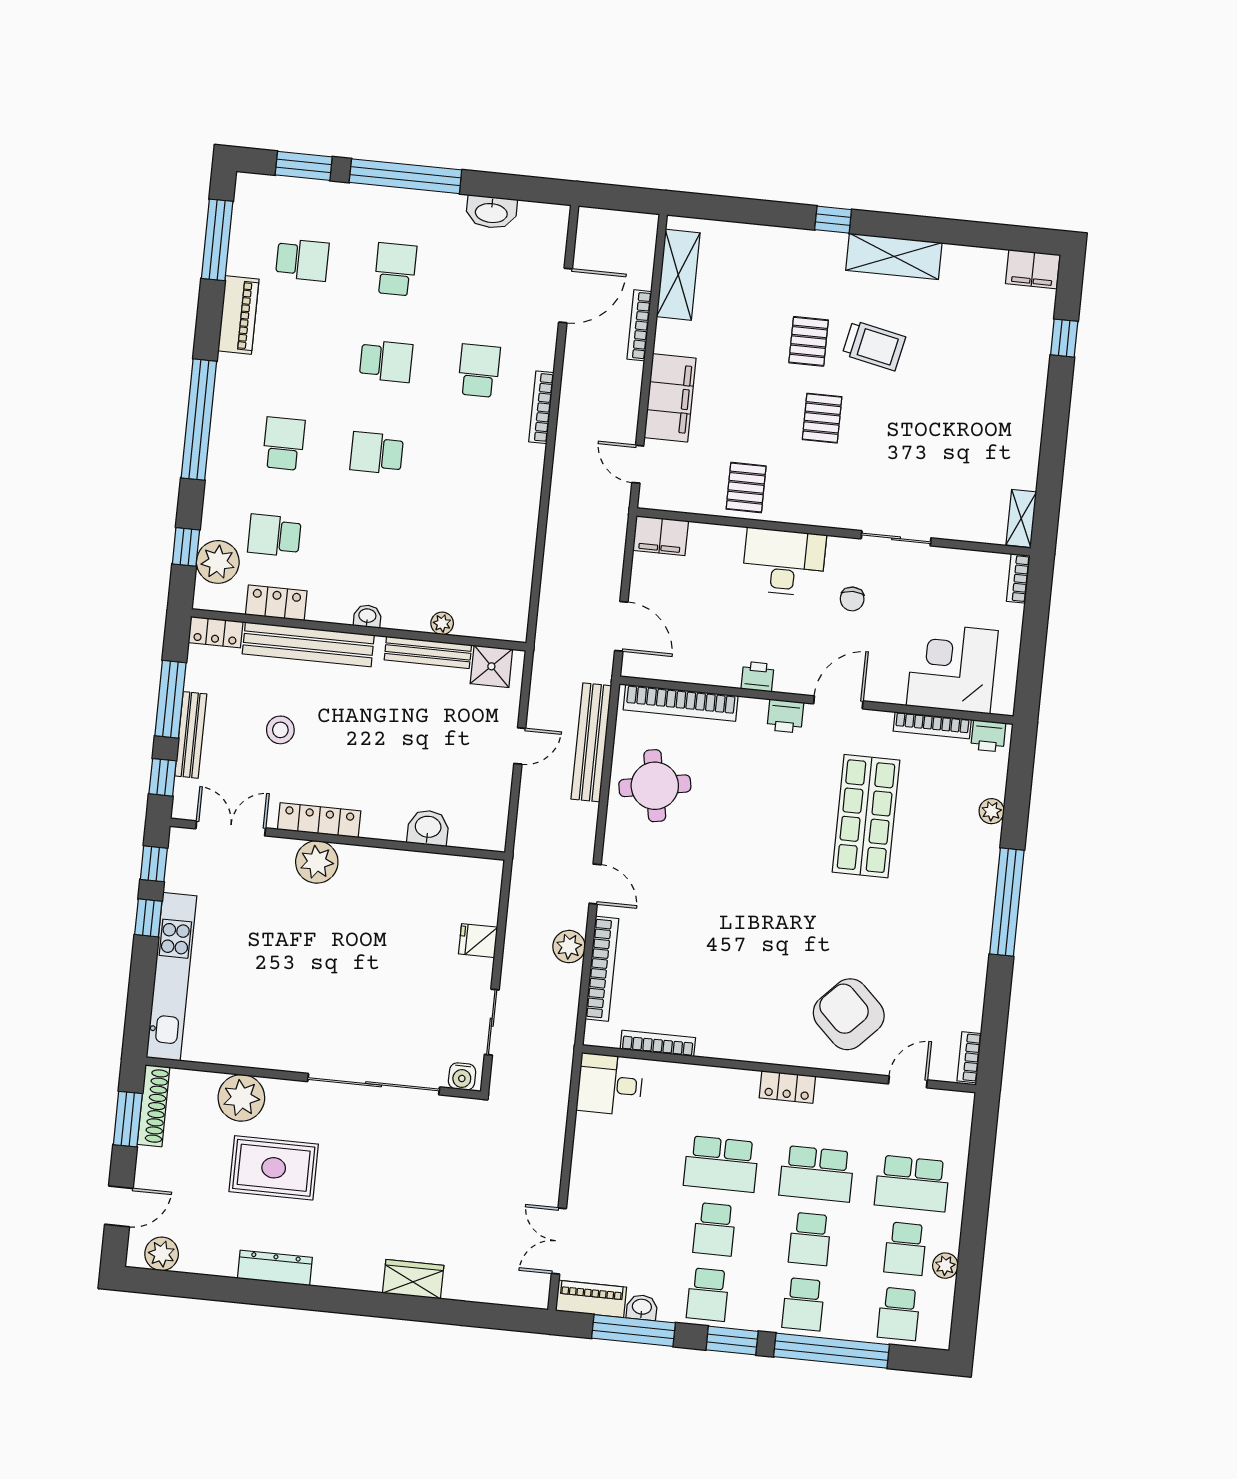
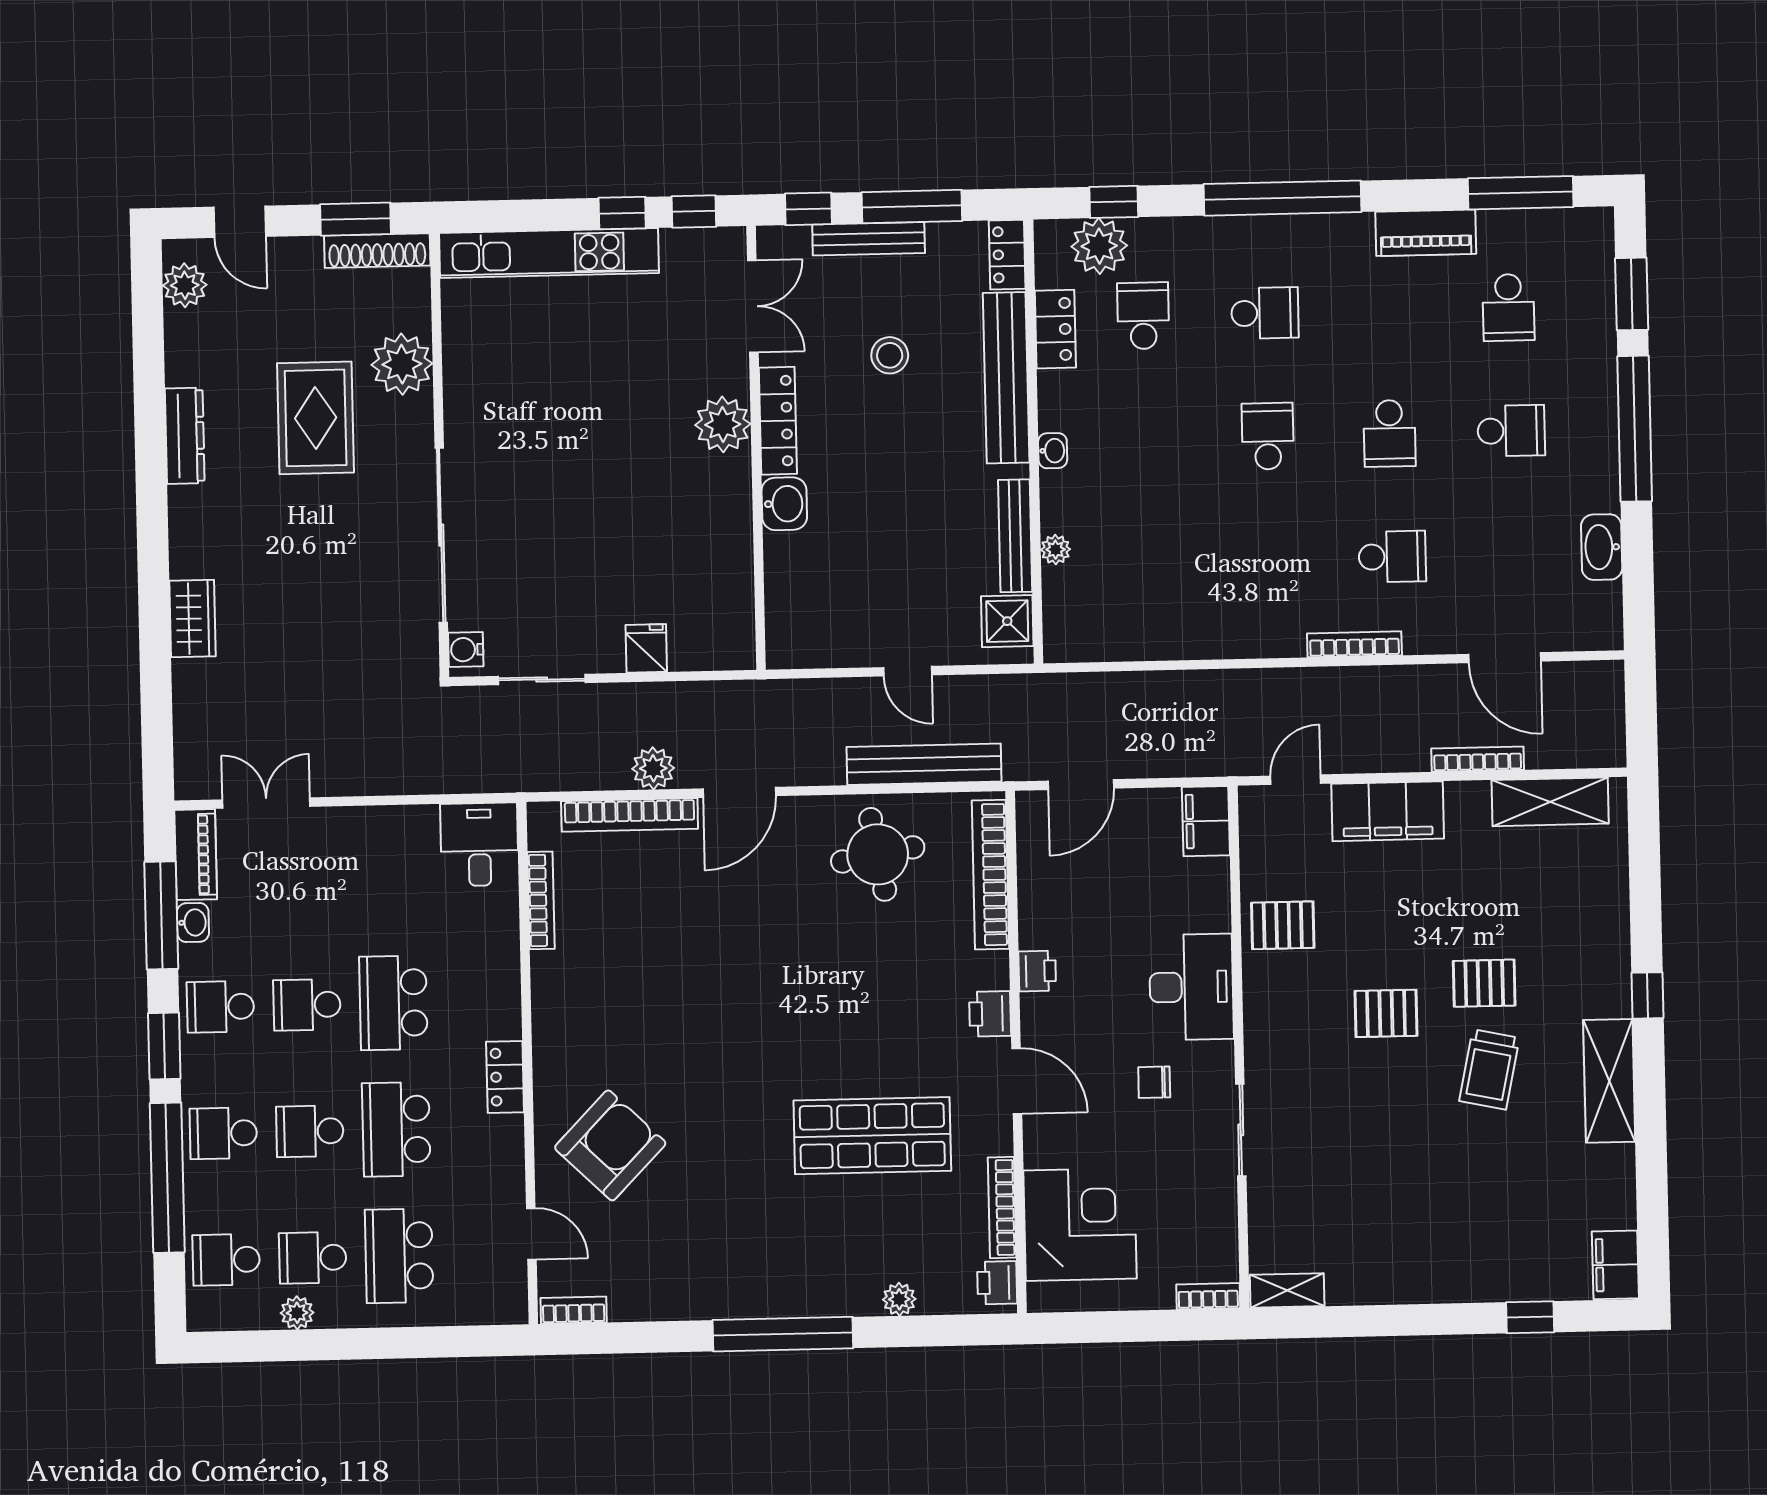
washbasin: (428, 828) -> (784, 504), moved
door: (595, 884) -> (739, 792), width x1.38

